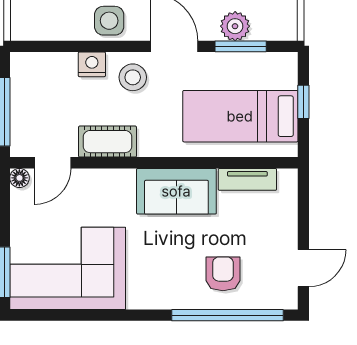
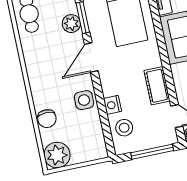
stool: (133, 77) -> (124, 128), moved

